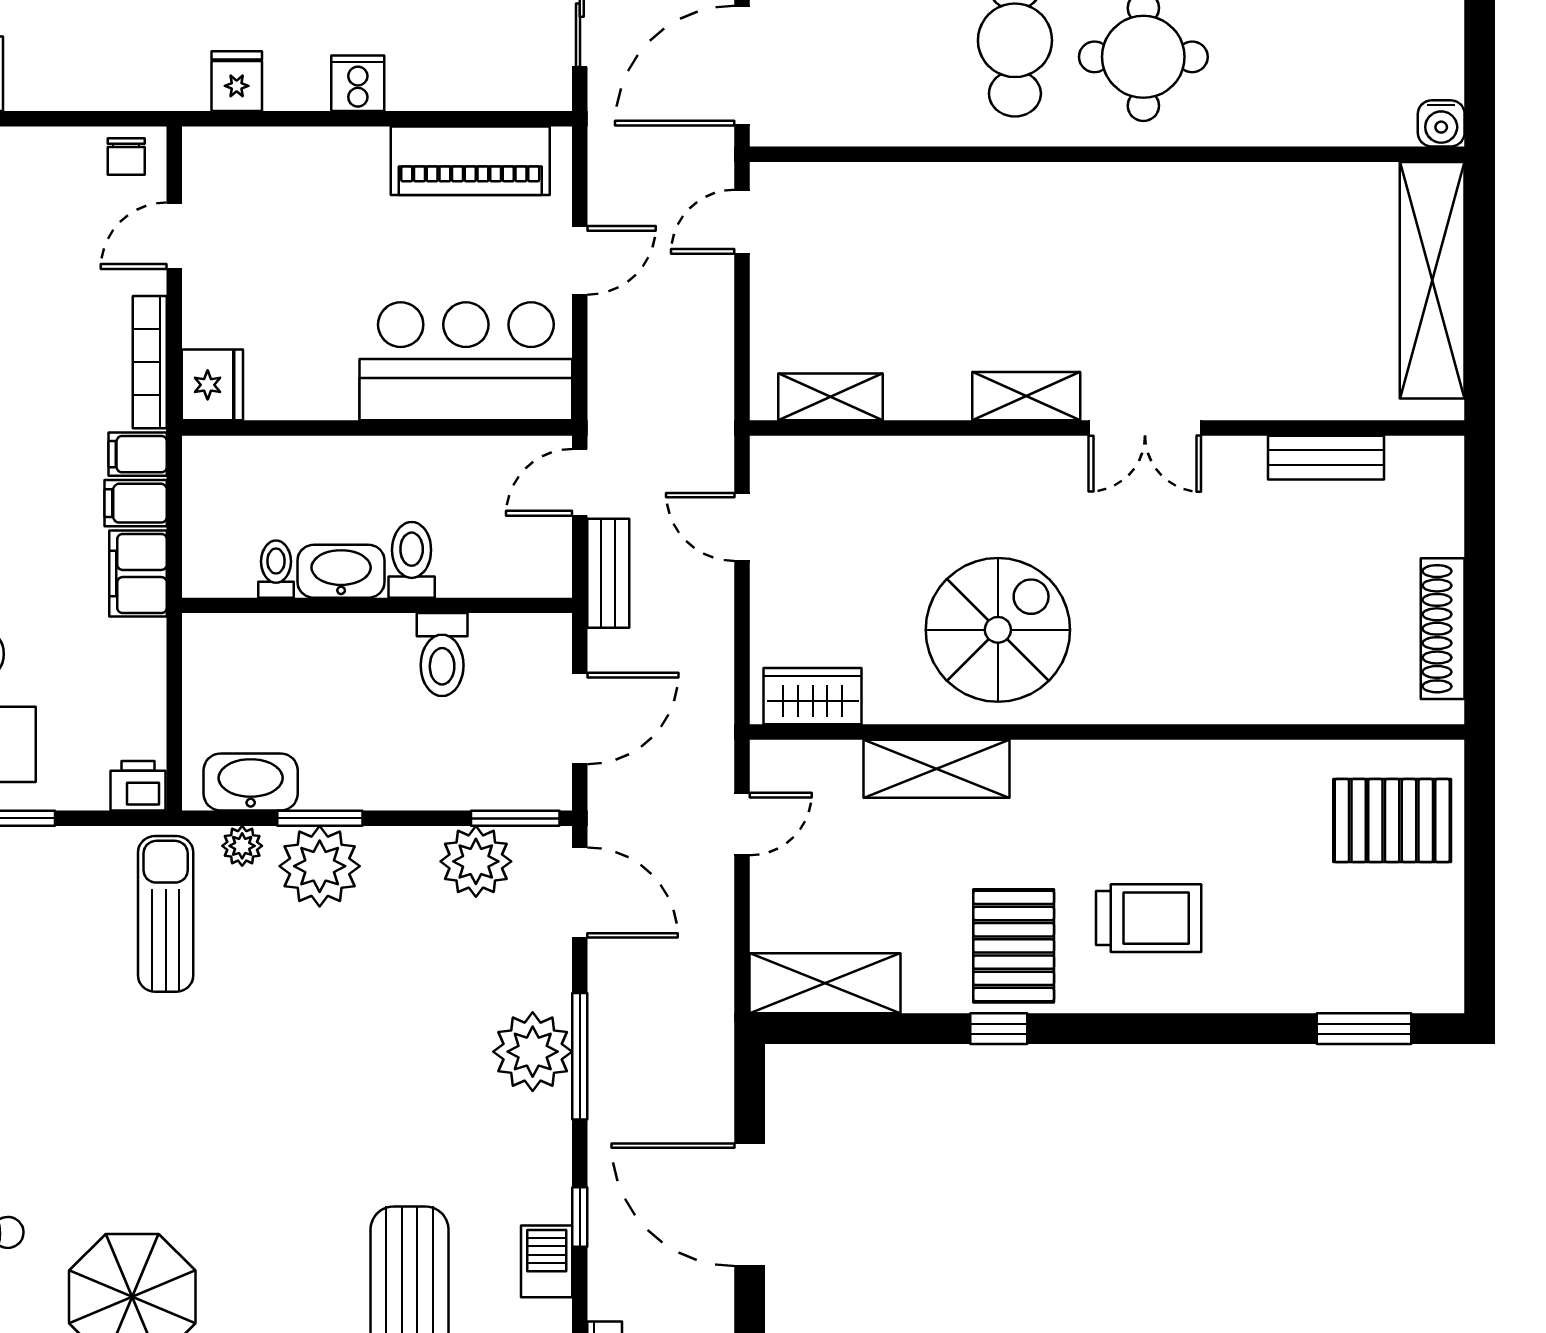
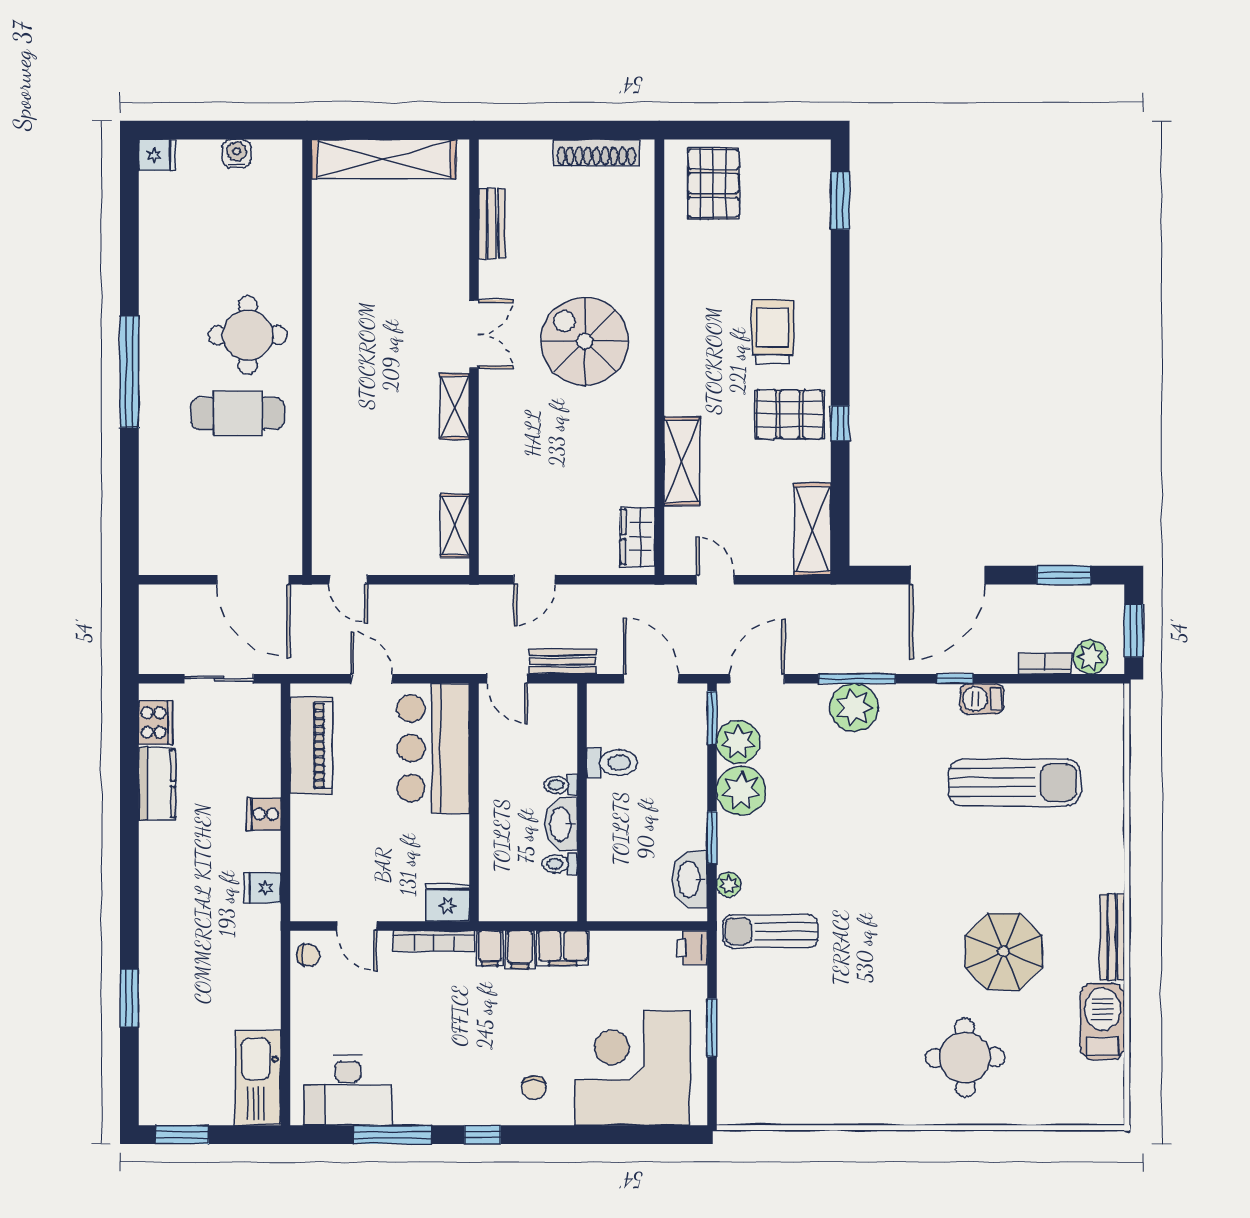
water cooler: (1441, 123) -> (237, 154), moved, turned -90
toilet: (412, 560) -> (561, 785), width x0.73, depth x0.72
spiral stairs: (998, 630) -> (585, 341), moved
plant: (320, 866) -> (741, 791), moved

